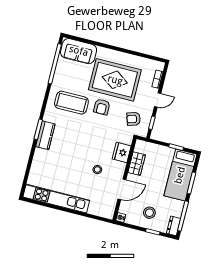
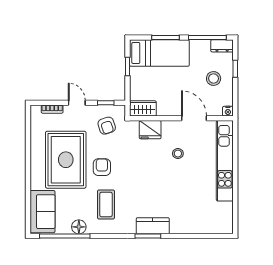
floor lamp: (59, 77) -> (79, 227), added
coffee table: (71, 103) -> (106, 204), width x0.73, depth x0.76
armchair: (102, 107) -> (102, 167), turned -90
wardrobe: (137, 164) -> (143, 108), moved
kitchen unit: (56, 199) -> (225, 161), moved

